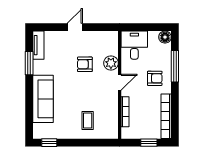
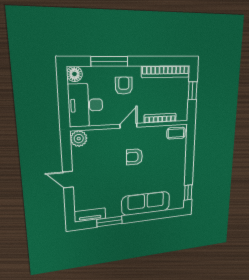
desk: (134, 45) -> (86, 105), width x1.37
plant: (111, 63) -> (79, 139), moved
armchair: (85, 64) -> (134, 157), moved, turned 90
door: (120, 82) -> (128, 126), hinge flipped
coffee table: (88, 121) -> (176, 133), moved

